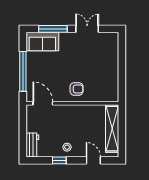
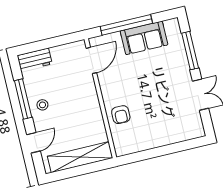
sofa: (42, 42) -> (144, 38), moved, turned -90
armchair: (77, 89) -> (121, 115), moved
window: (59, 160) -> (23, 99), width x2.17

